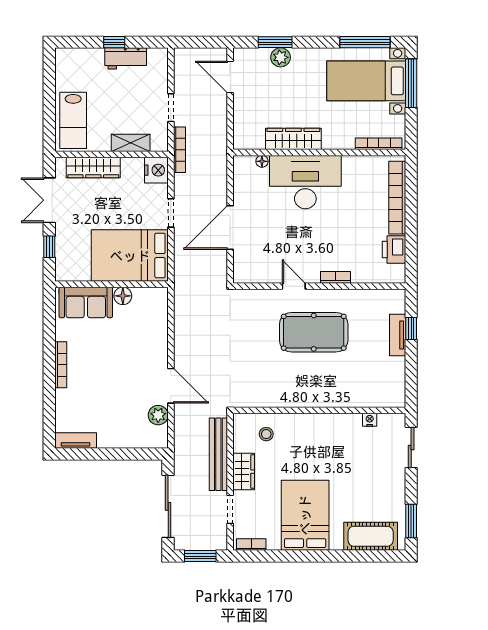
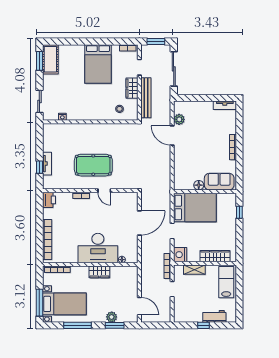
window: (365, 42) -> (77, 325), moved
workbench: (126, 58) -> (214, 316), moved
wardrobe: (293, 139) -> (99, 272), width x0.67
double door: (49, 200) -> (239, 238), removed
printer: (394, 250) -> (49, 200), moved
cot: (371, 536) -> (50, 59), moved, turned 90

